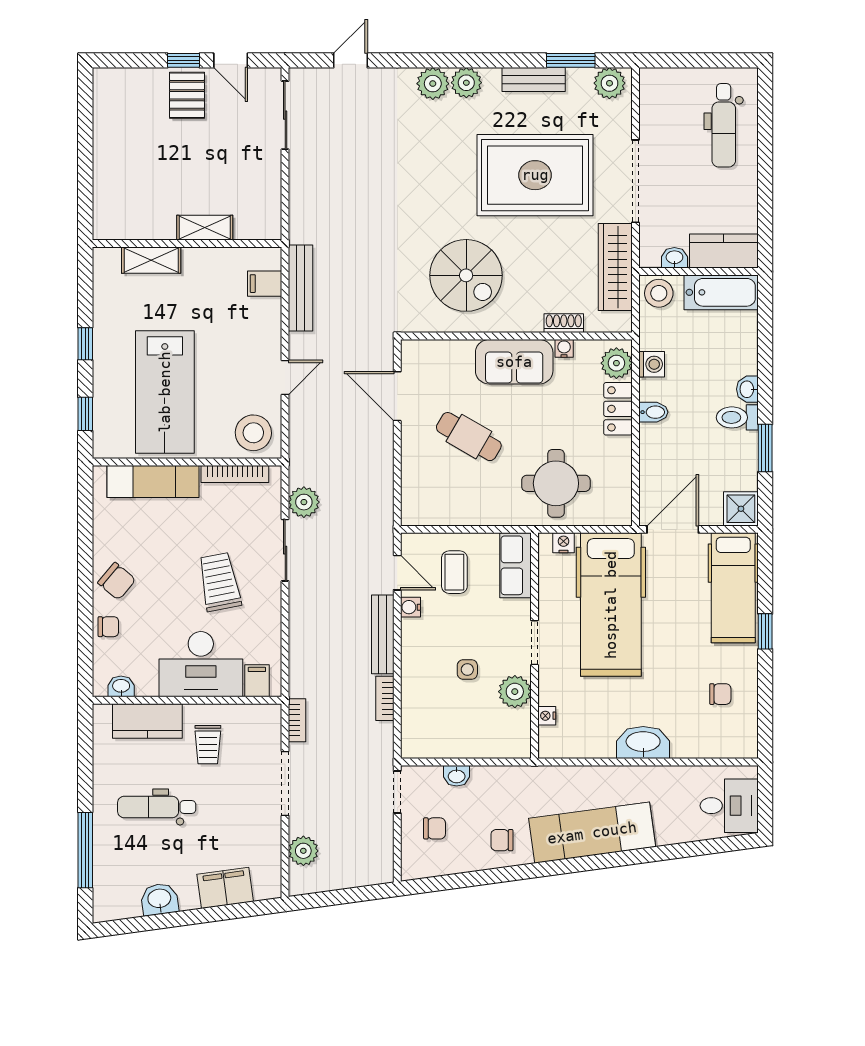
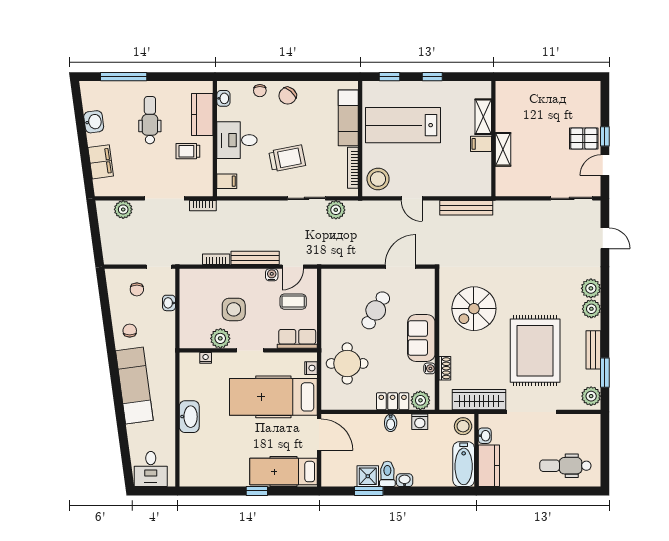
filing cabinet: (265, 284) -> (481, 144), moved, turned -90
shower: (741, 509) -> (368, 476), moved
desk: (201, 664) -> (237, 140), width x0.73
side table: (467, 670) -> (234, 309), width x1.87, depth x1.87
chair: (720, 694) -> (219, 464), removed

